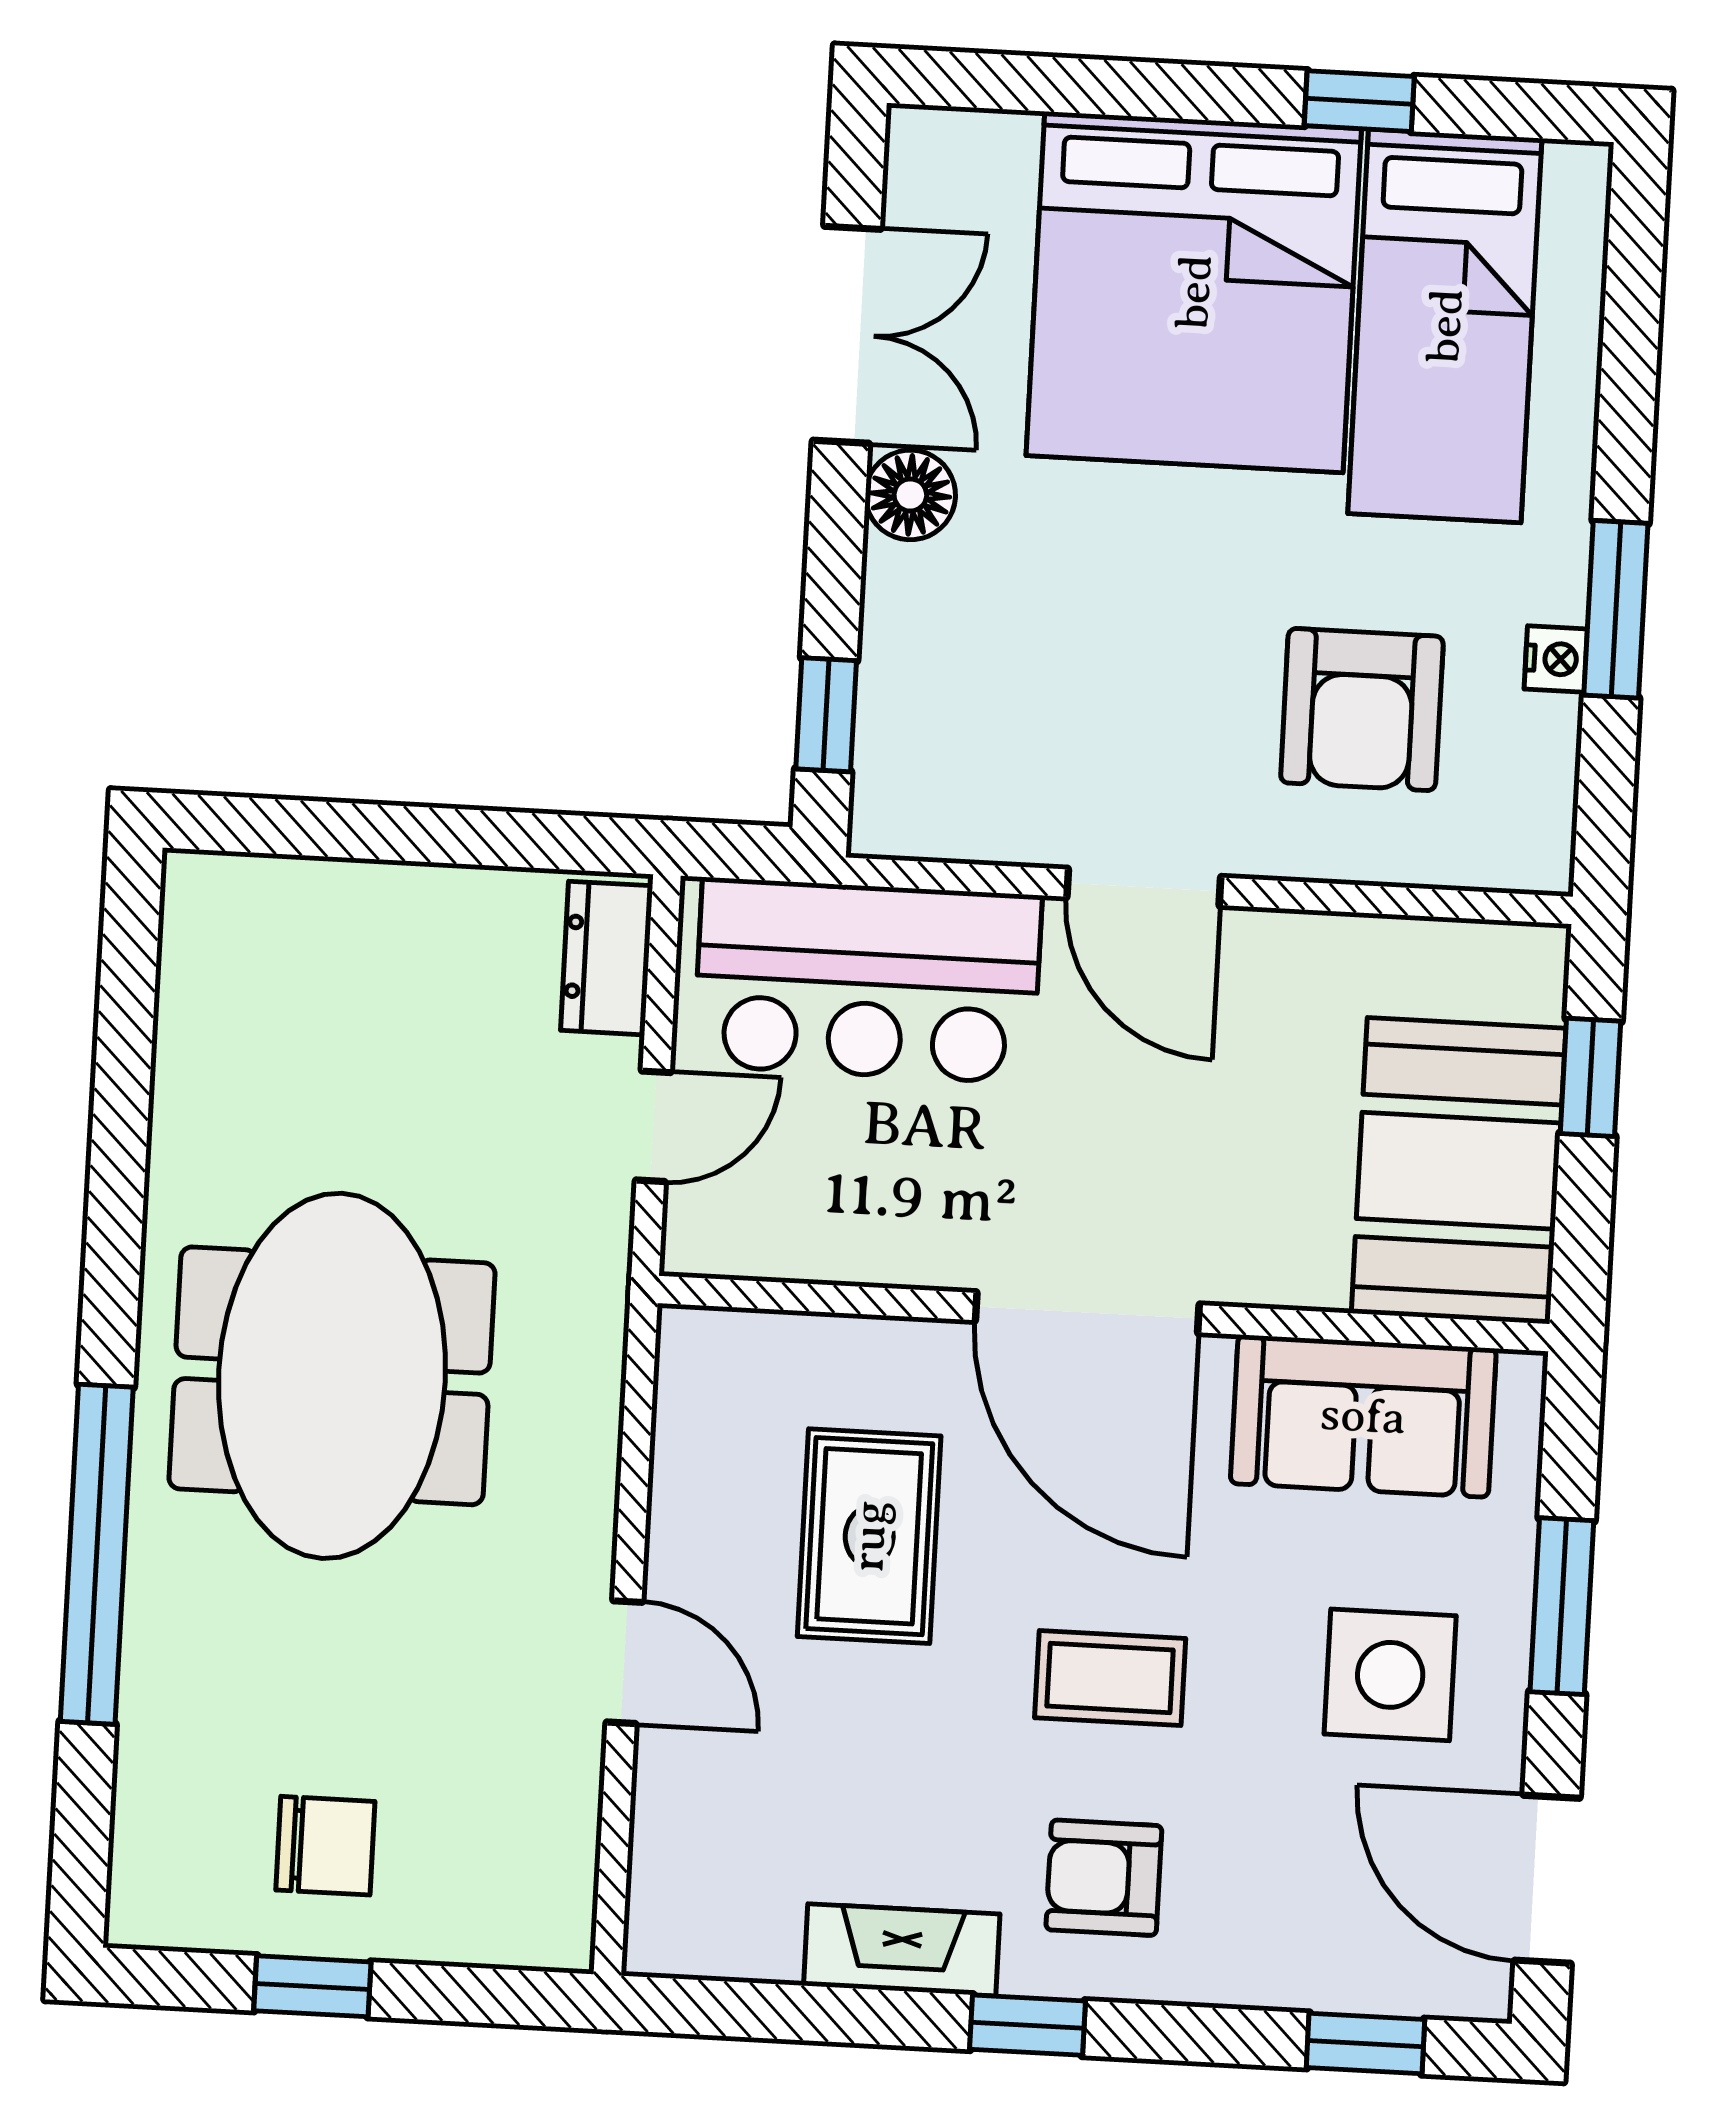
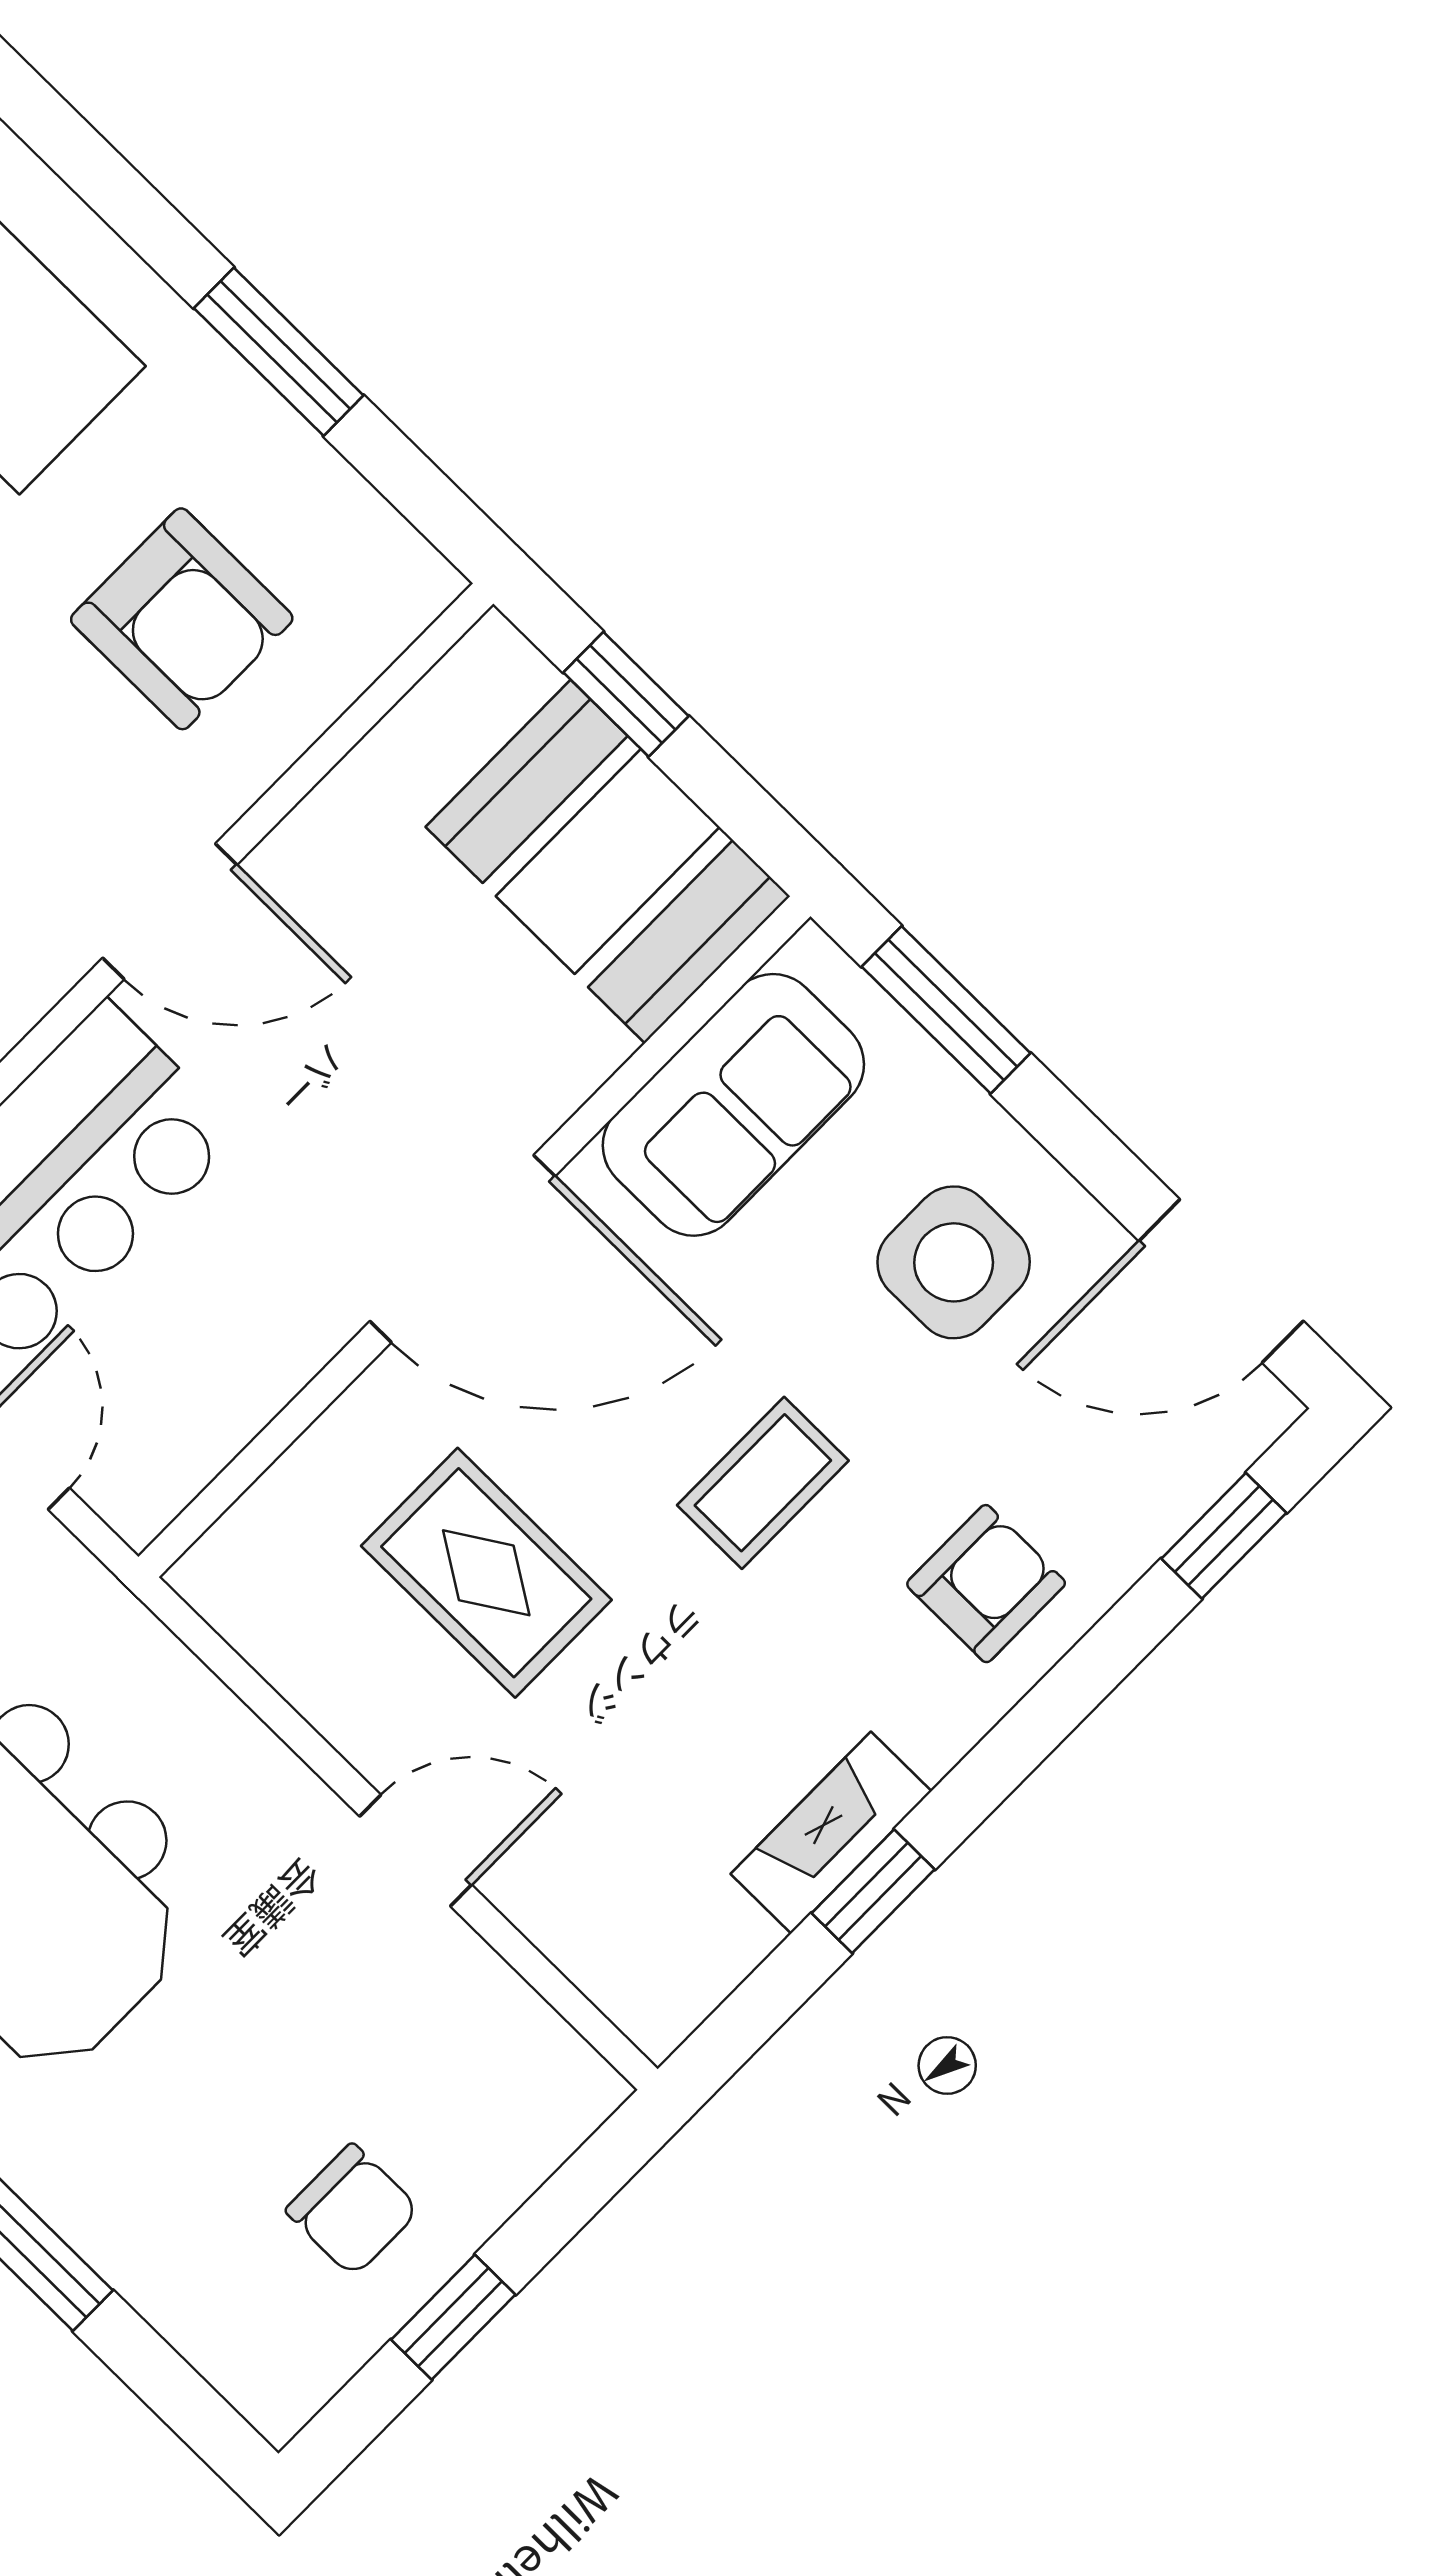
nightstand: (1556, 659) -> (276, 433), removed
window: (1562, 1606) -> (946, 1010), moved
chair: (325, 1846) -> (353, 2210), turned 90
armchair: (1104, 1878) -> (986, 1584), moved, turned 180
window: (1028, 2025) -> (873, 1891), moved

